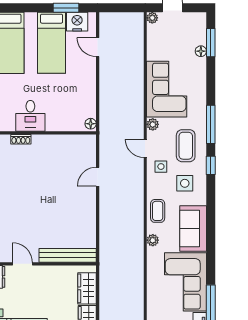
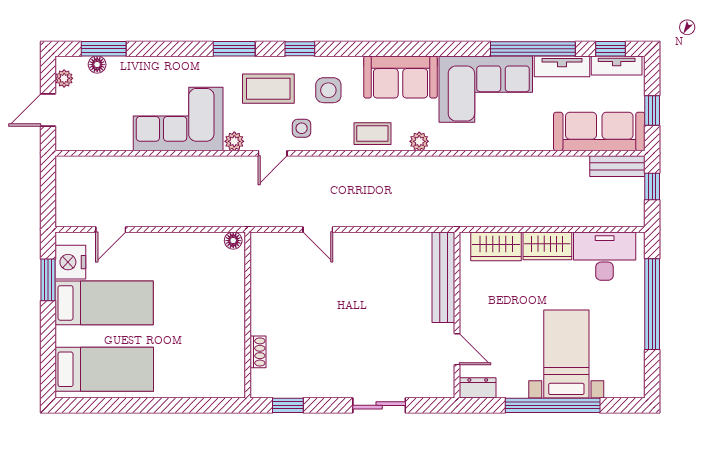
plant: (152, 18) -> (64, 78), moved
floor lamp: (201, 51) -> (97, 65), moved
desk: (30, 116) -> (221, 337), removed
window: (211, 124) -> (234, 49), width x0.69
door: (23, 264) -> (457, 349), swing flipped

